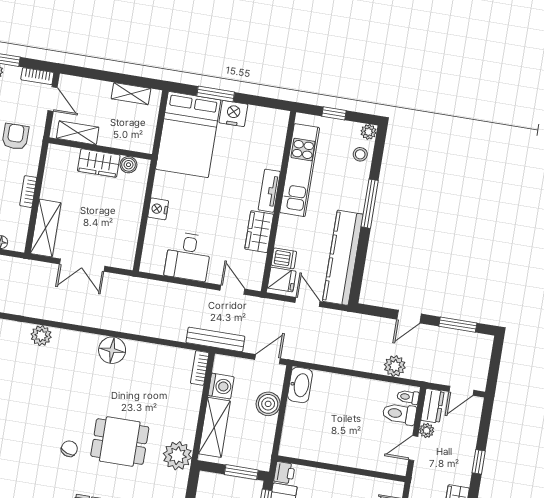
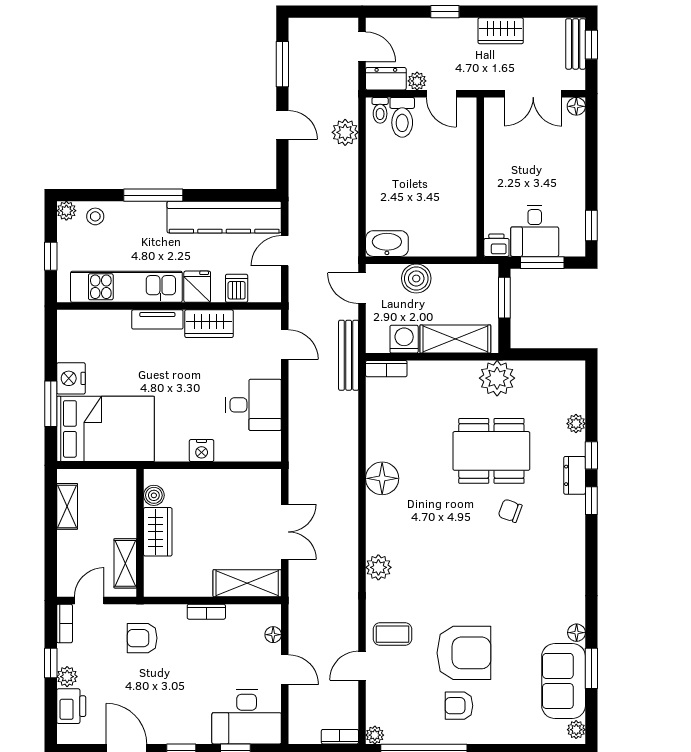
fridge: (282, 280) -> (197, 287), moved
door: (232, 290) -> (285, 345), swing flipped
dining table: (120, 442) -> (491, 451), width x1.38

